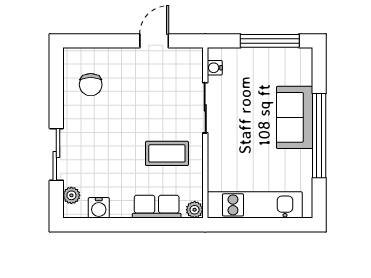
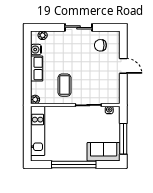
door: (154, 41) -> (123, 66), moved
sofa: (295, 117) -> (104, 152), moved
sliding door: (56, 154) -> (79, 27), moved
row of seats: (157, 207) -> (37, 68), moved

